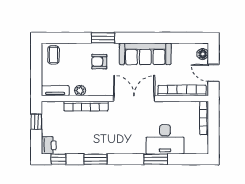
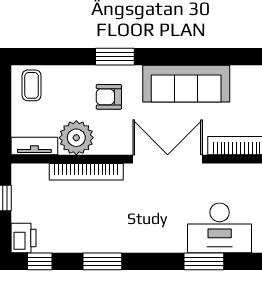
plant: (80, 91) -> (76, 138), width x1.88, depth x1.88

